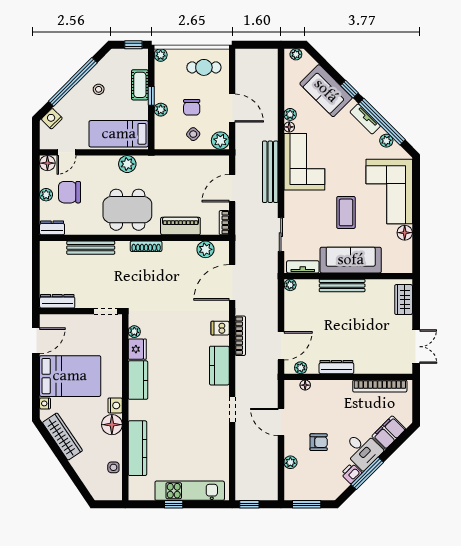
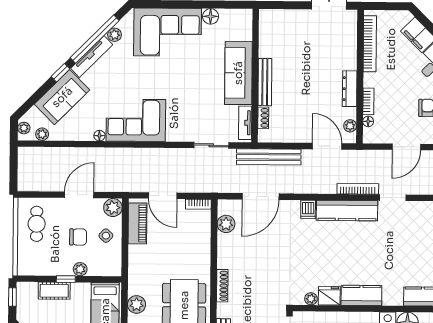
plant: (161, 55) -> (23, 269), removed
plant: (290, 114) -> (42, 134), moved
tv unit: (365, 119) -> (92, 57), width x1.41
bench: (270, 172) -> (269, 157), moved
coffee table: (346, 212) -> (189, 77), removed
piano: (180, 226) -> (137, 223), moved, turned 180
door: (232, 282) -> (261, 196), hinge flipped
shoe rack: (308, 284) -> (263, 118), added
plant: (290, 285) -> (264, 136), removed
wardrobe: (404, 300) -> (280, 18), removed
bookcase: (240, 336) -> (358, 189), moved
kitchen counter: (219, 366) -> (347, 211), width x1.50
bookcase: (324, 385) -> (368, 101), added

